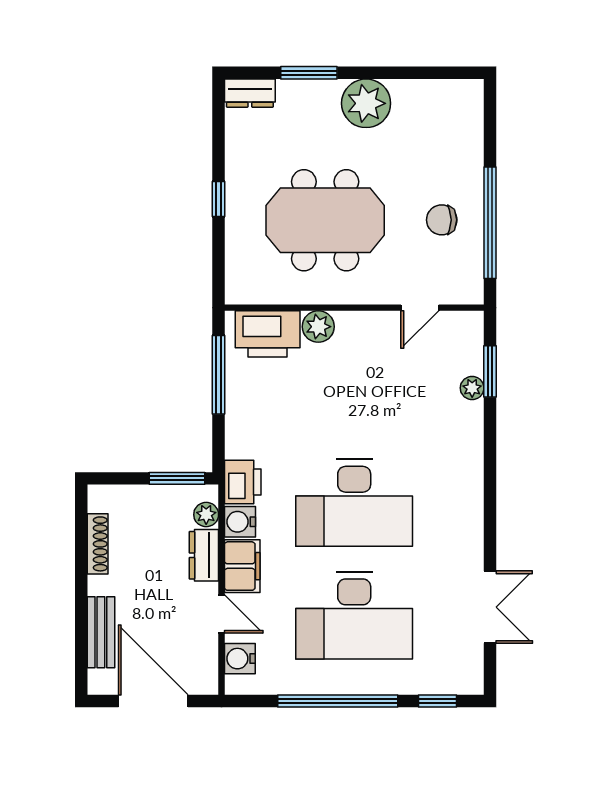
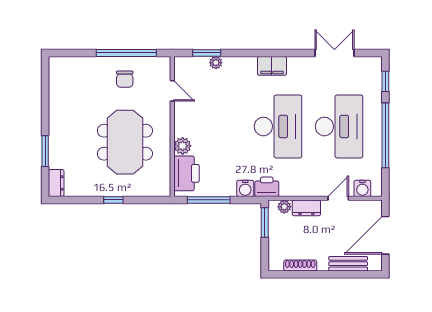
plant: (366, 103) -> (62, 120), removed
water cooler: (240, 522) -> (245, 188), moved
filing cabinet: (242, 566) -> (272, 66), moved, turned 180

